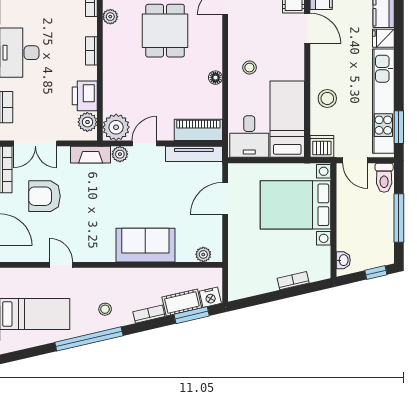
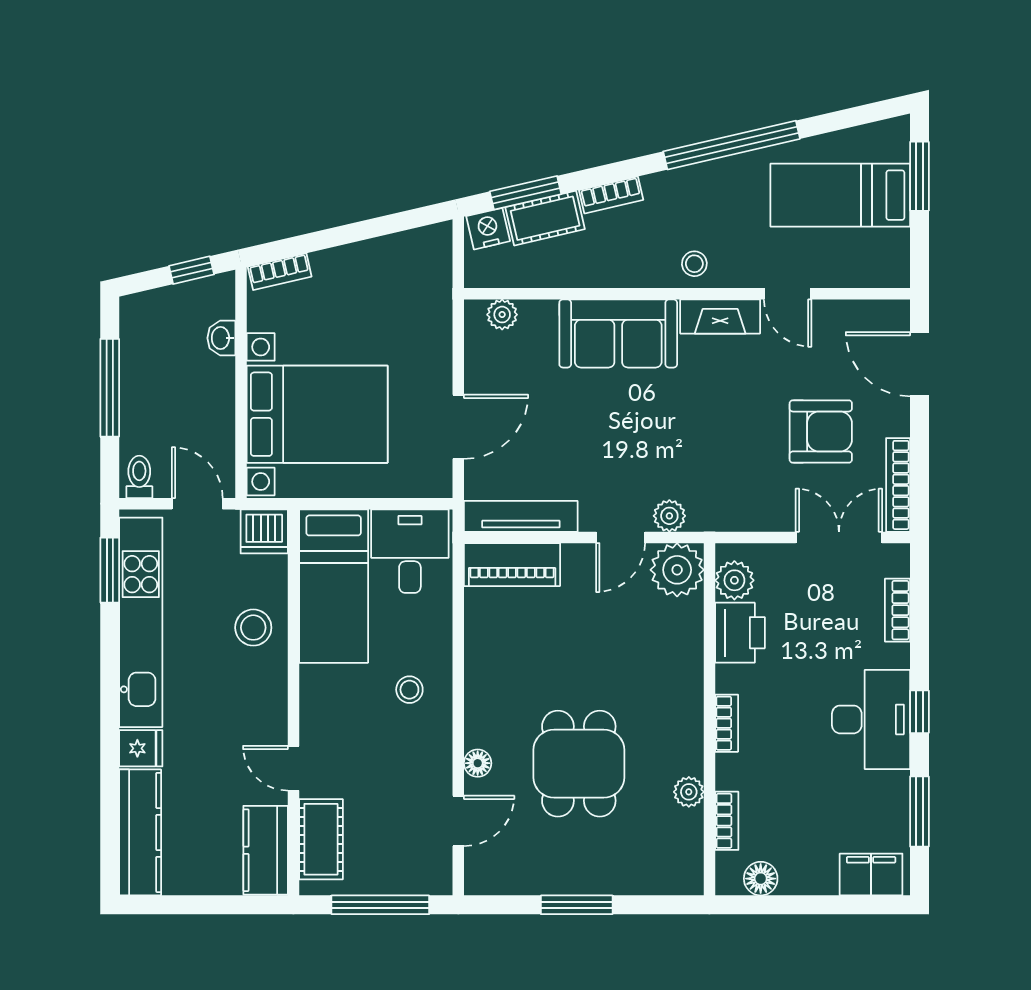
door: (307, 28) -> (293, 768), width x0.73
floor lamp: (215, 78) -> (478, 763), moved
fireplace: (91, 155) -> (720, 316), moved, turned 180
toilet: (384, 178) -> (139, 477), width x0.73, depth x0.72
washbasin: (343, 260) -> (221, 338), moved
window: (376, 272) -> (192, 270), moved
bookcase: (293, 281) -> (280, 272), moved
stool: (105, 309) -> (694, 264), moved

